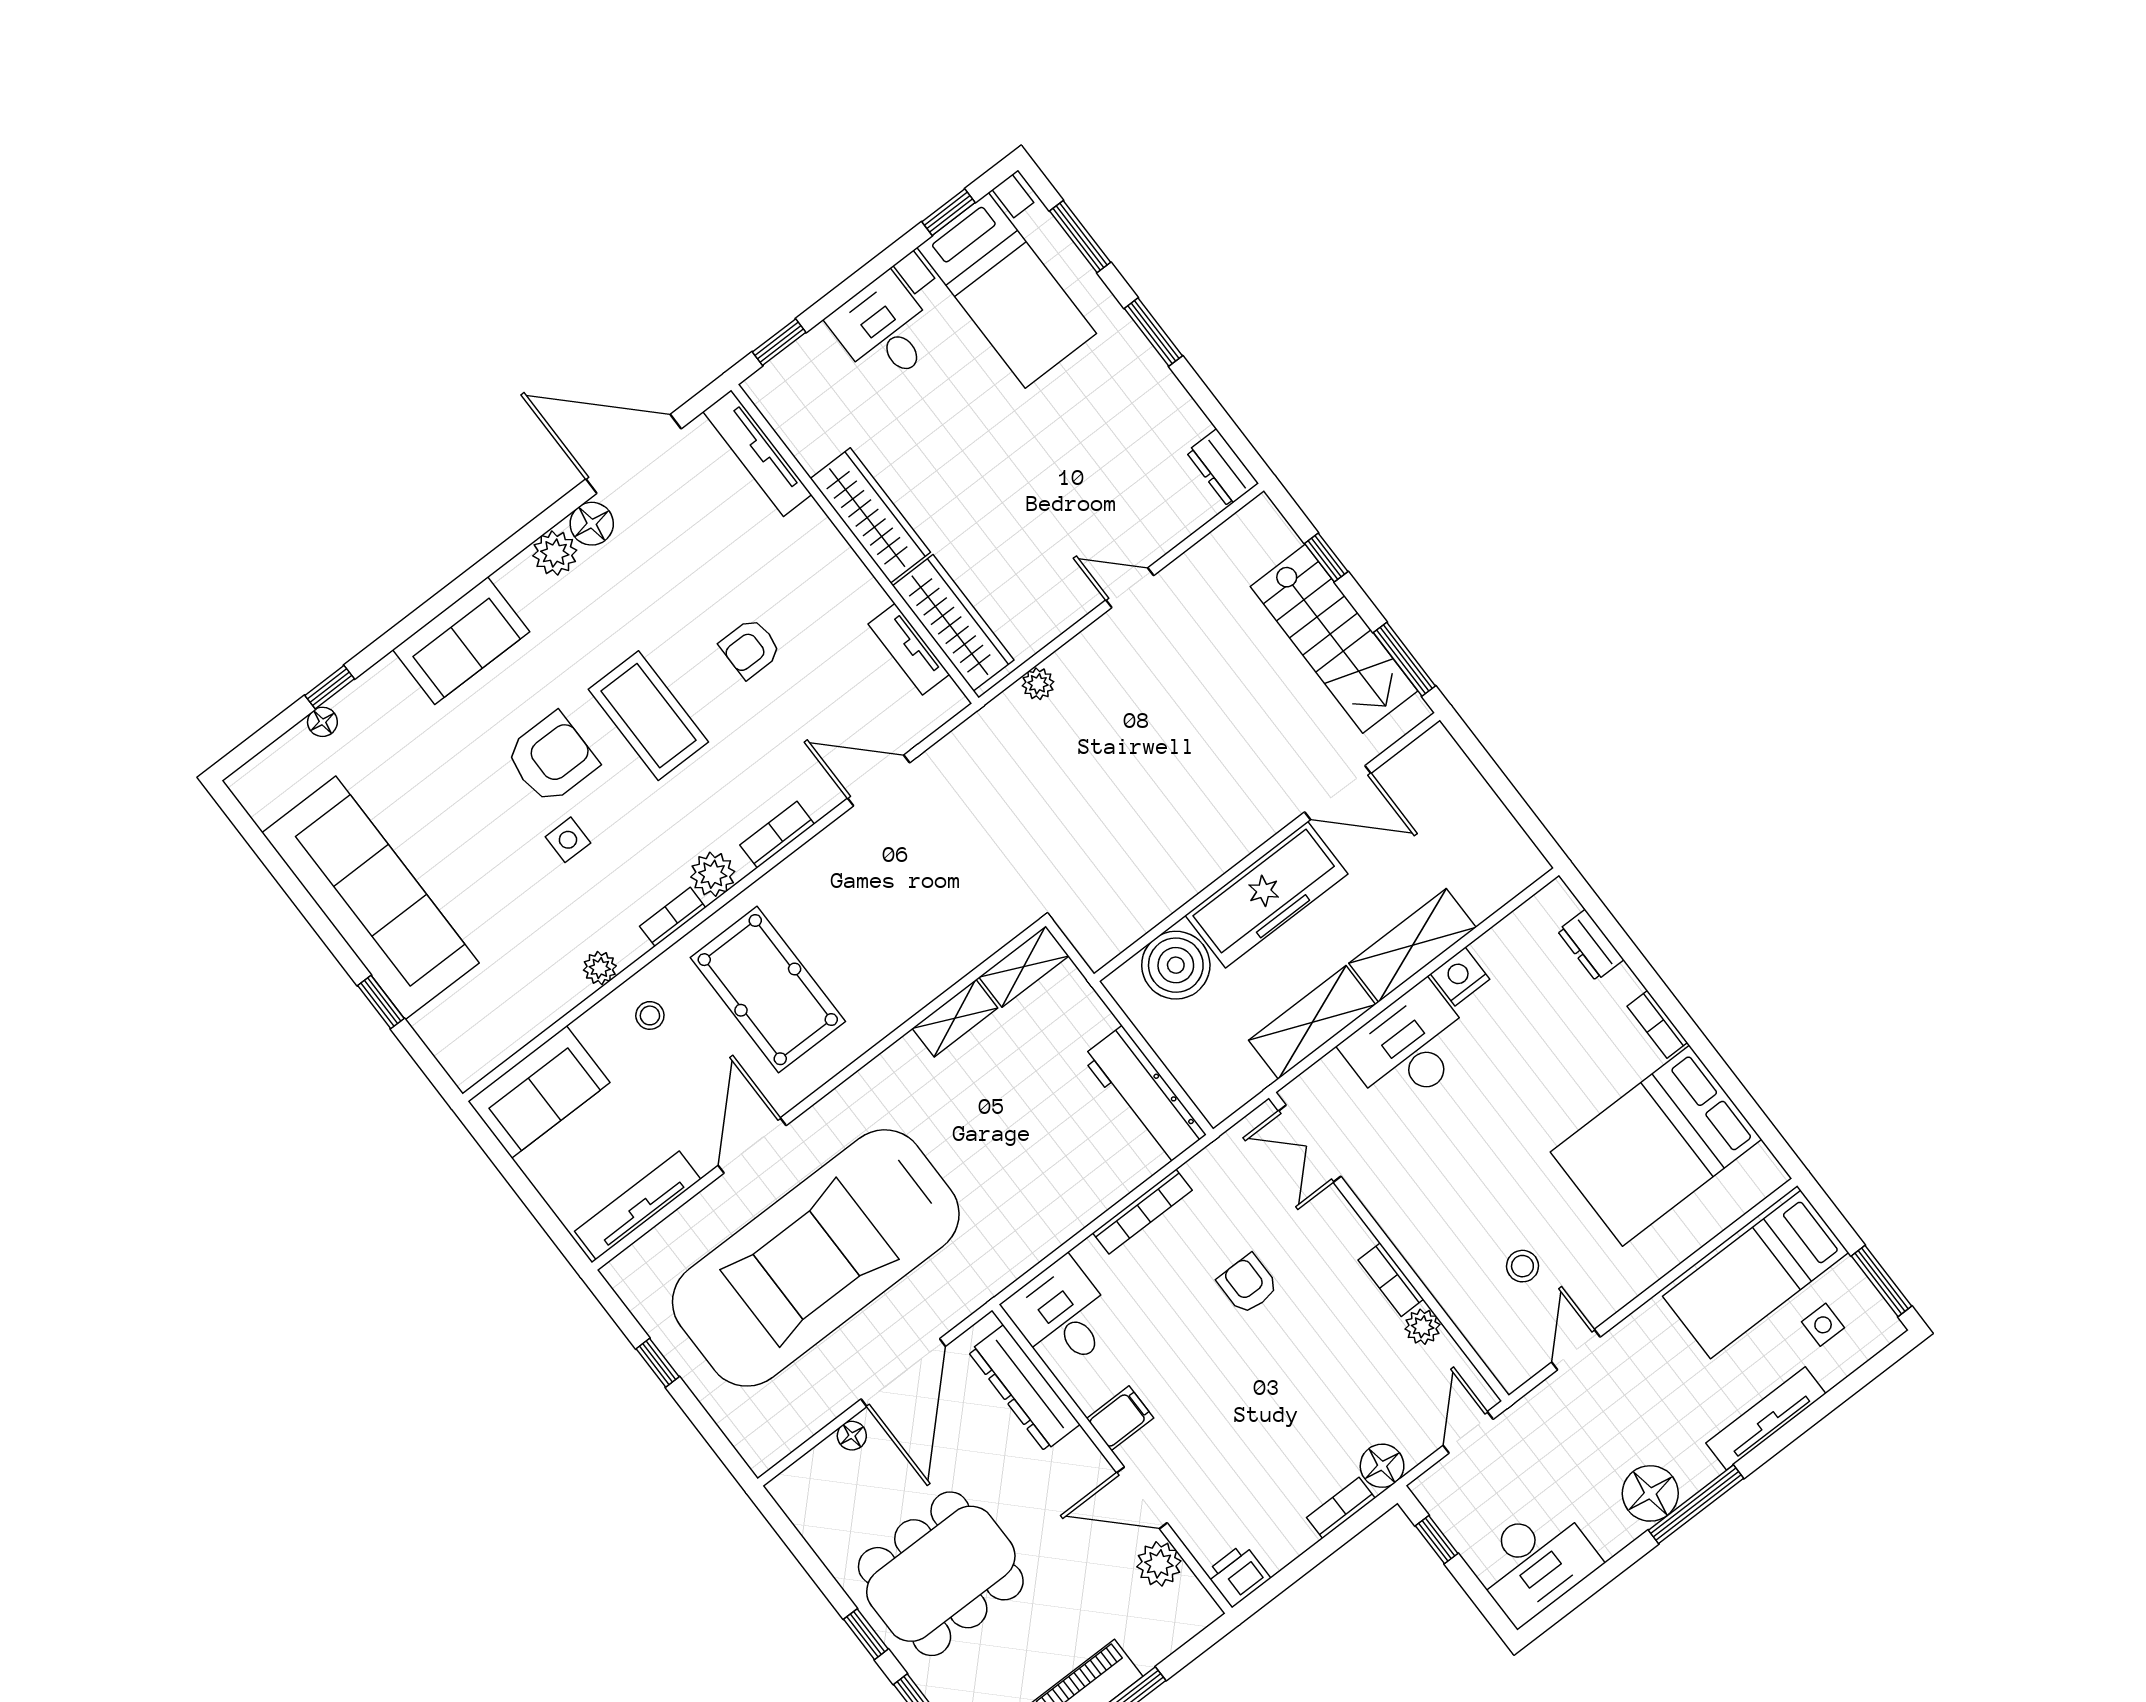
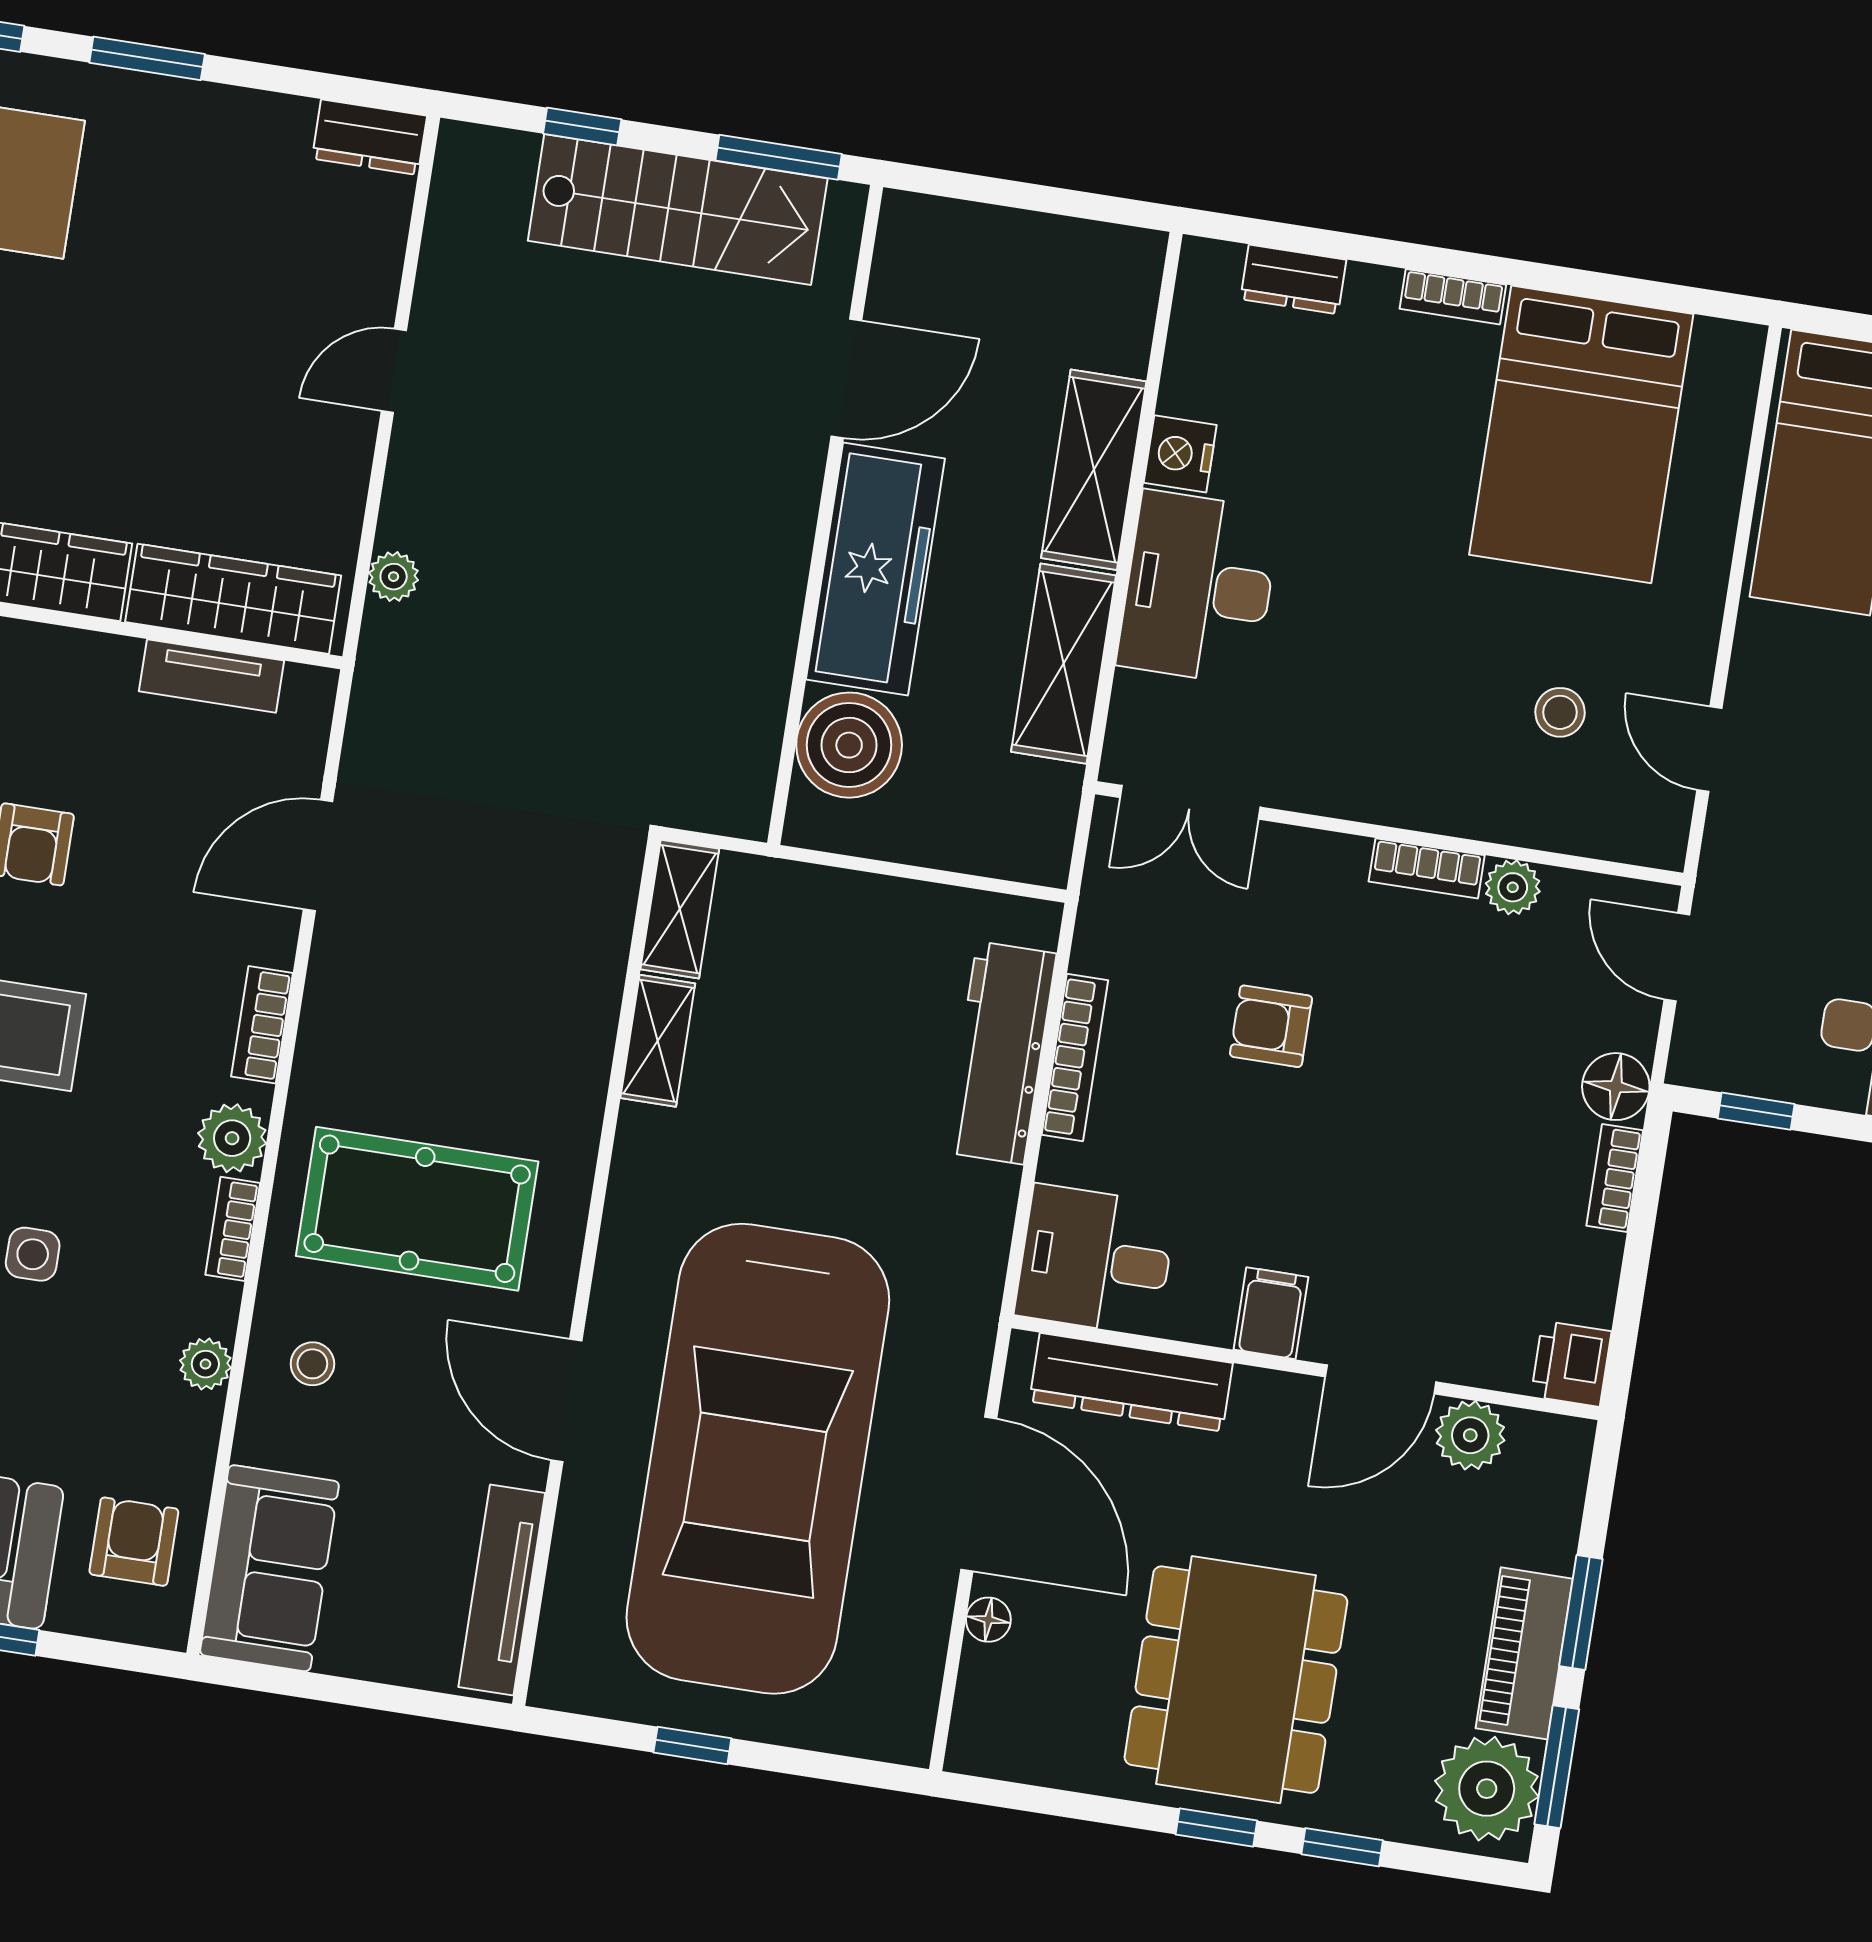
armchair: (487, 1019) -> (134, 1542), added
workbench: (1144, 1096) -> (1000, 1053), moved, turned 90

